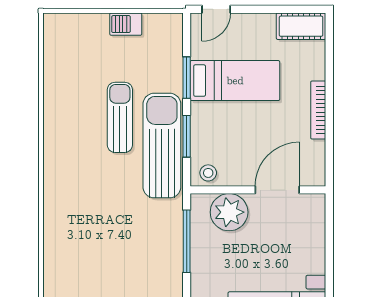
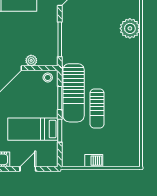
door: (216, 9) -> (28, 169), moved
plant: (229, 212) -> (31, 60), width x0.53, depth x0.53
plant: (61, 261) -> (130, 28), added

